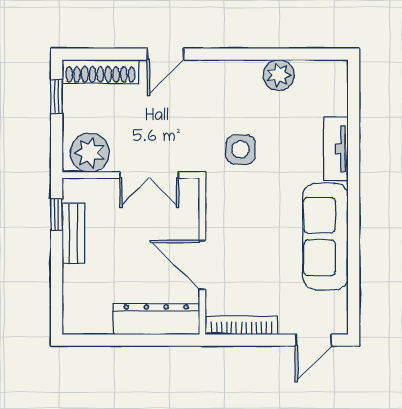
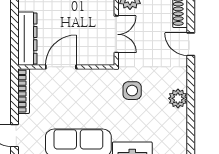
plant: (279, 75) -> (178, 98), moved
double door: (149, 175) -> (116, 34), swing flipped

